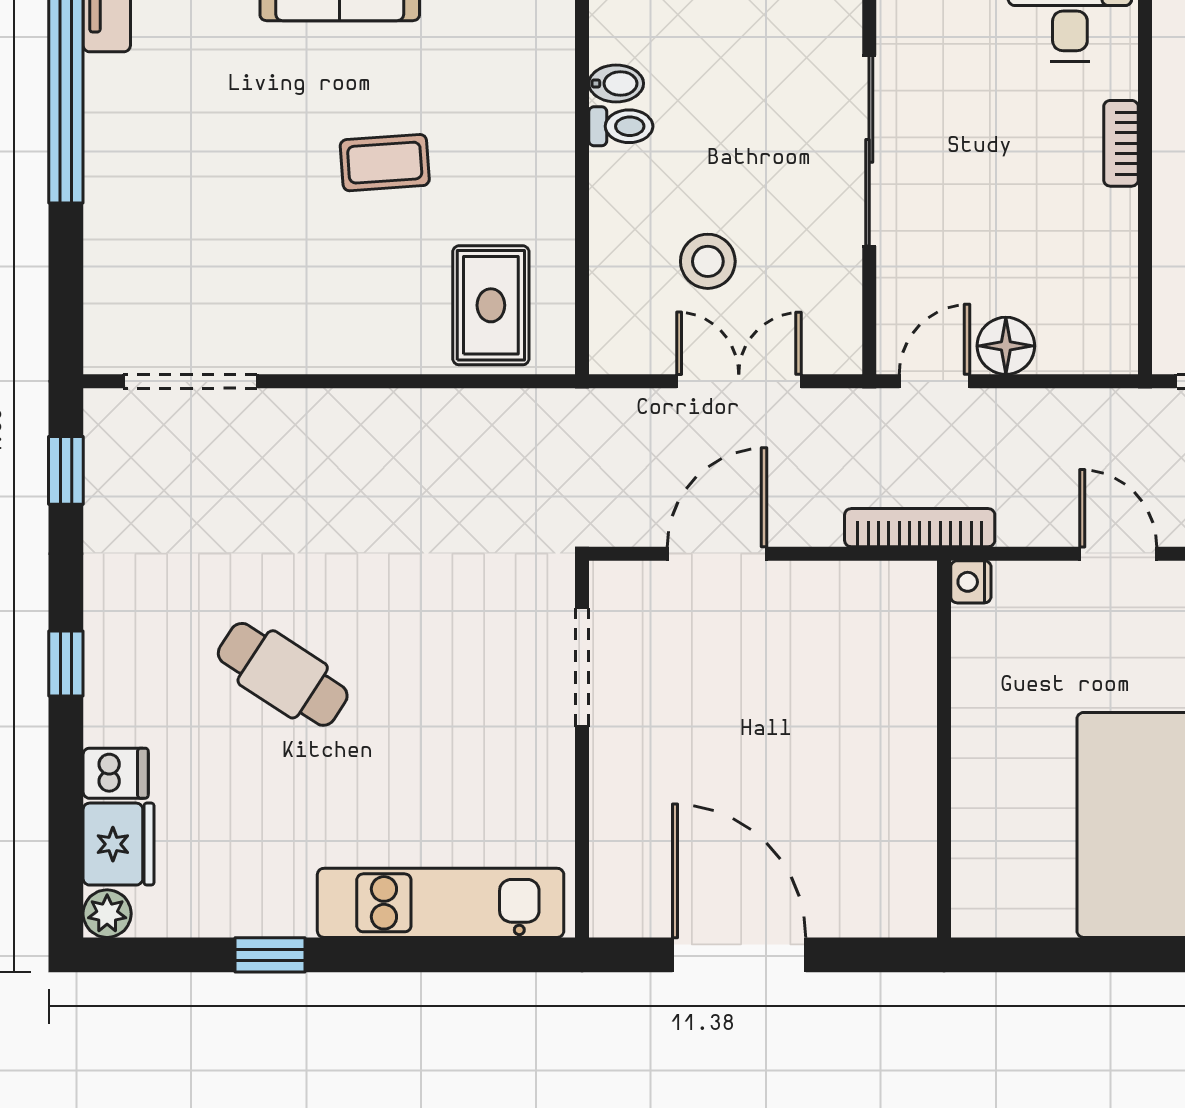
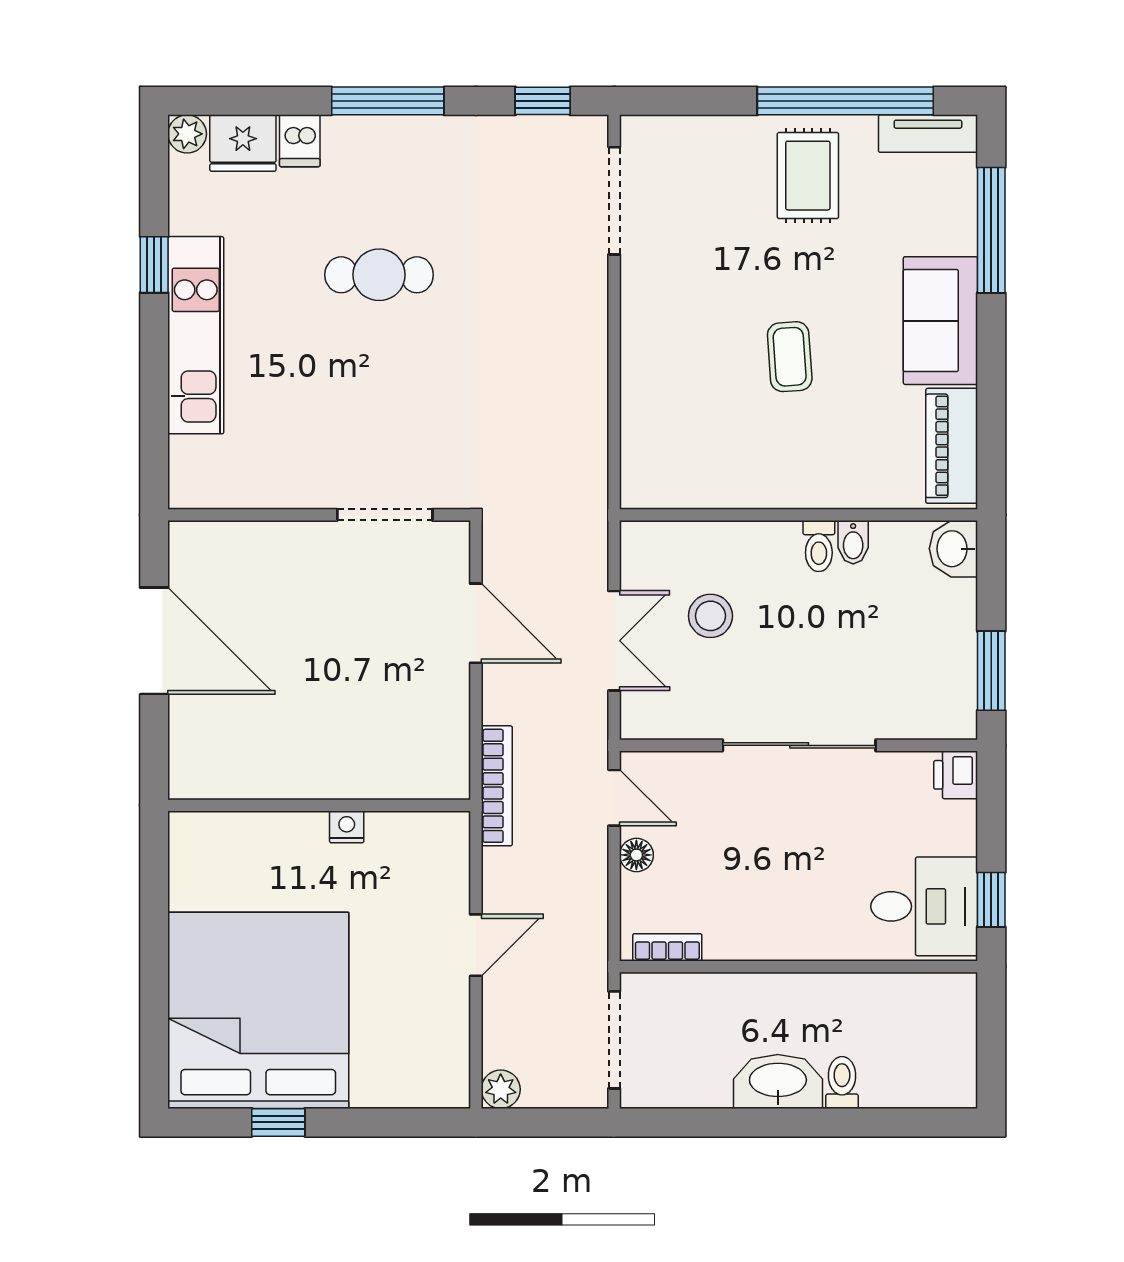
bookcase: (1121, 143) -> (667, 947), moved
rug: (491, 305) -> (808, 176), moved, turned 90
floor lamp: (1006, 346) -> (636, 855), width x0.73, depth x0.73
nightstand: (971, 582) -> (347, 827), moved
window: (66, 664) -> (388, 101), width x2.17
cafe table: (283, 674) -> (379, 275), turned 57
kitchen unit: (441, 903) -> (196, 335), moved
door: (739, 955) -> (154, 641), hinge flipped

